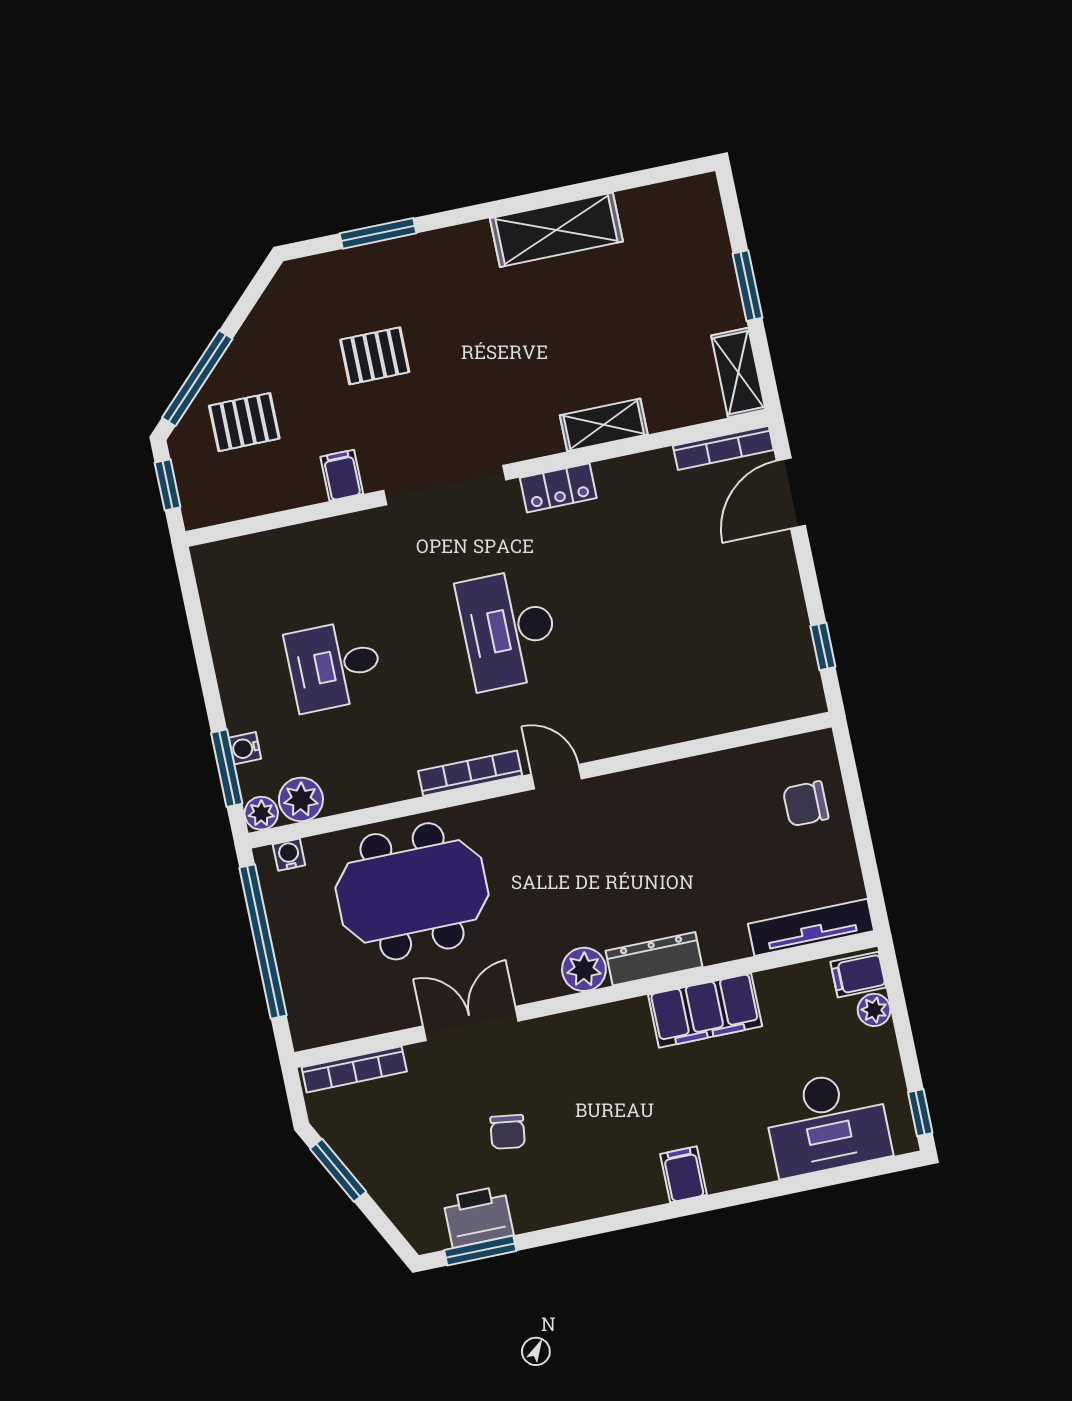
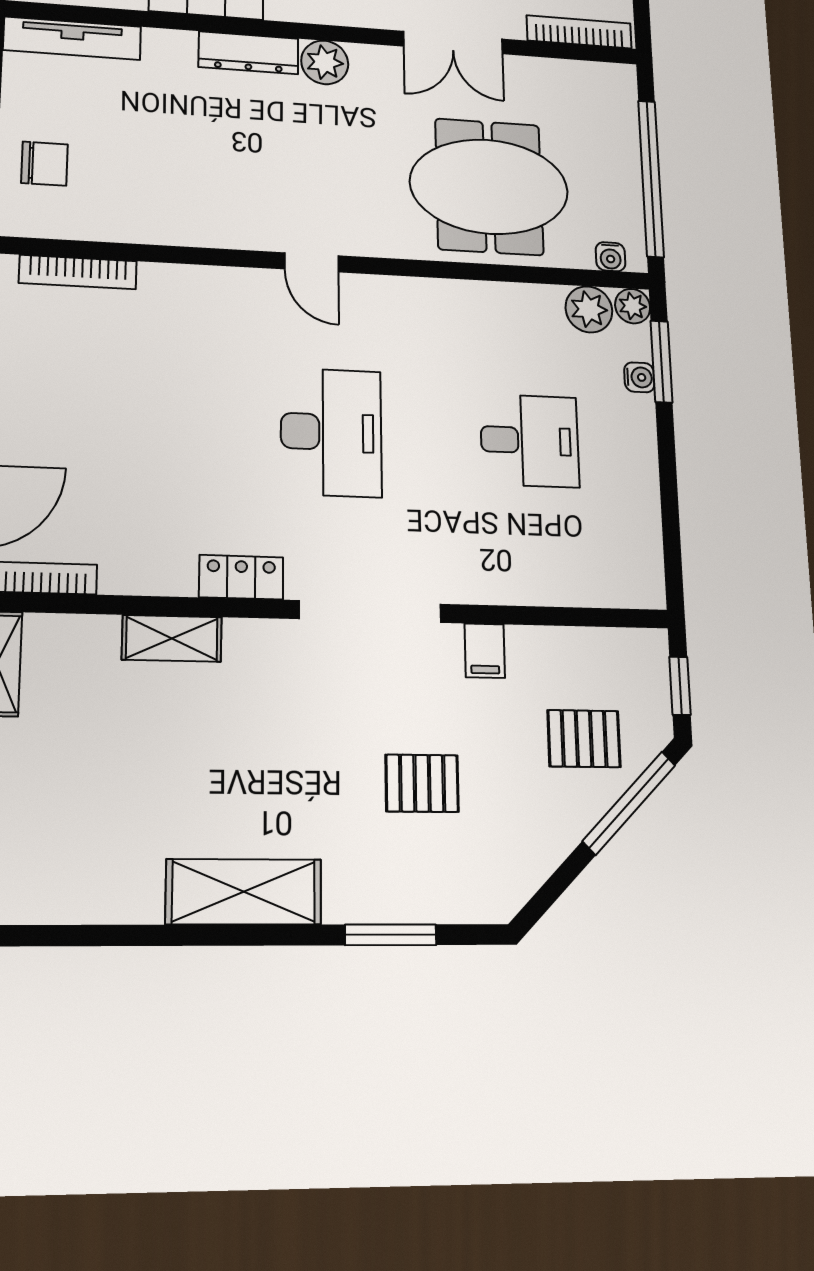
shelving: (556, 230) -> (244, 892), moved
bookcase: (470, 773) -> (78, 272), moved

